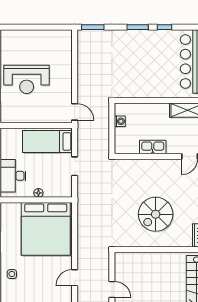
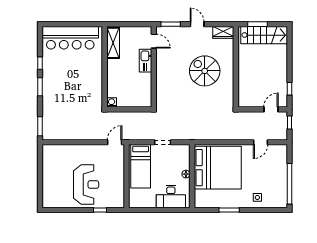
washing machine: (120, 121) -> (112, 102), moved
kitchen sink: (153, 147) -> (146, 61), moved
spiral stairs: (156, 214) -> (205, 71), turned 180
door: (75, 278) -> (261, 142), hinge flipped

